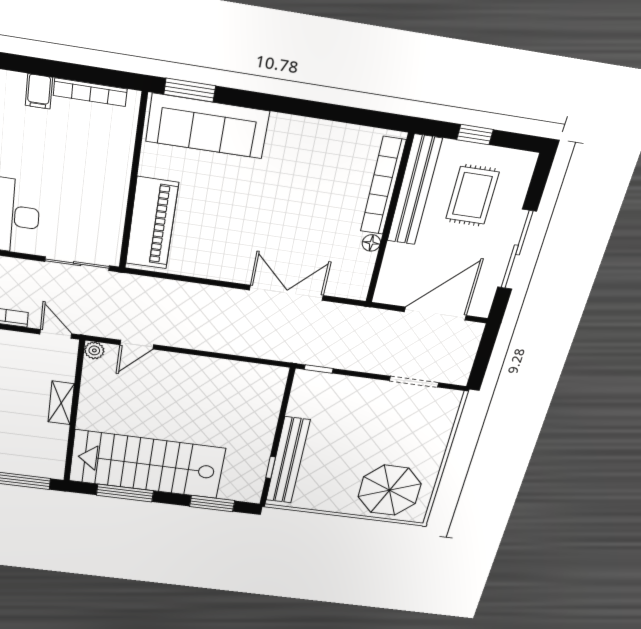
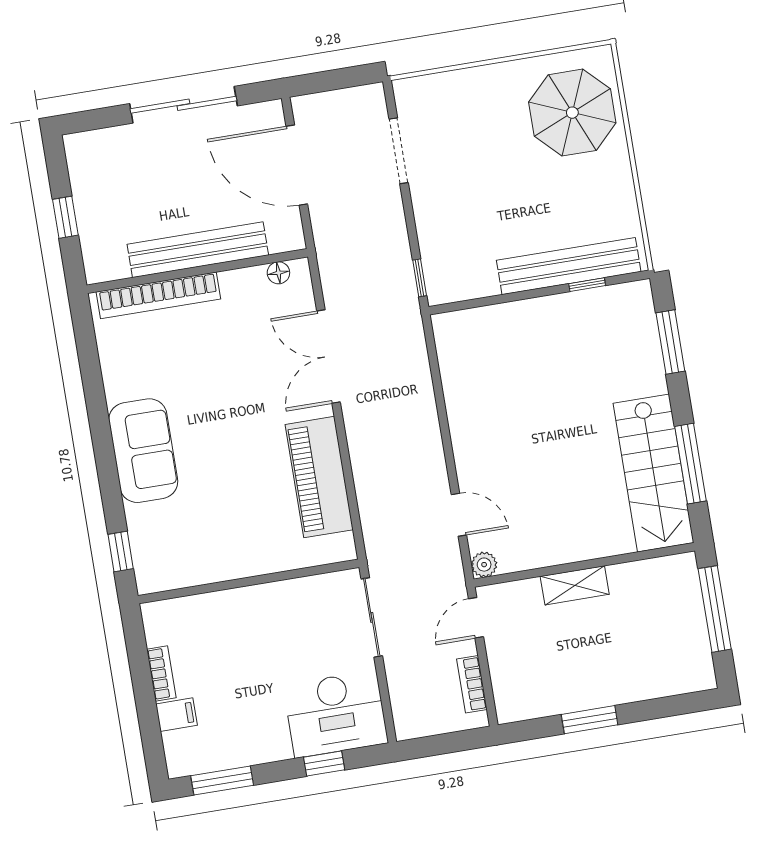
window: (190, 90) -> (121, 551), width x0.67
bookcase: (90, 92) -> (161, 673), width x0.64
sofa: (208, 126) -> (143, 451), moved, width x0.73
bench: (414, 190) -> (198, 250), moved
rug: (472, 195) -> (135, 188), removed
piano: (152, 223) -> (319, 477), moved, turned -90
floor lamp: (371, 243) -> (278, 273), moved
stairs: (147, 464) -> (653, 473), width x0.73, depth x0.66

